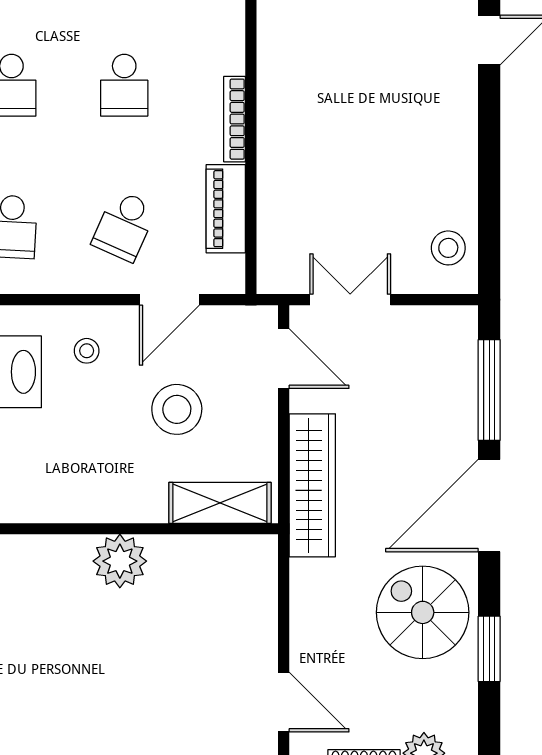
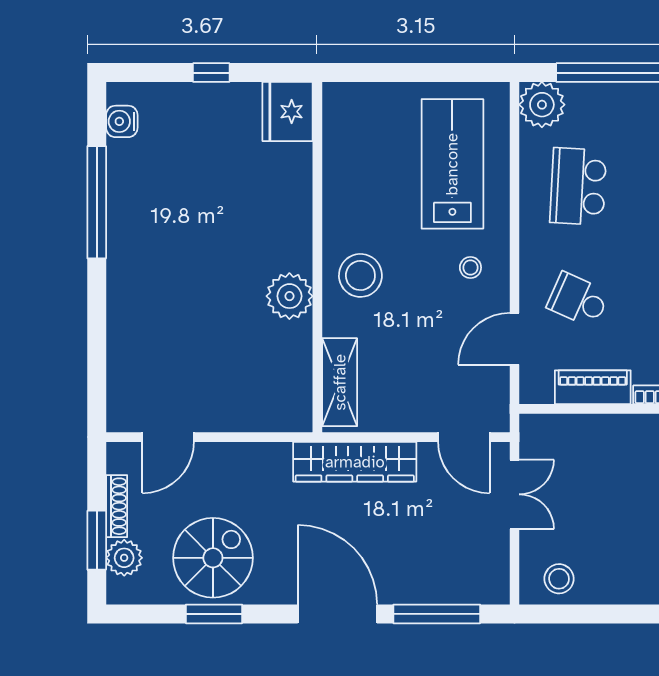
door: (169, 300) -> (514, 339), hinge flipped
door: (284, 359) -> (464, 437), hinge flipped
stool: (177, 409) -> (360, 275), moved
spiral stairs: (423, 612) -> (213, 558), moved

